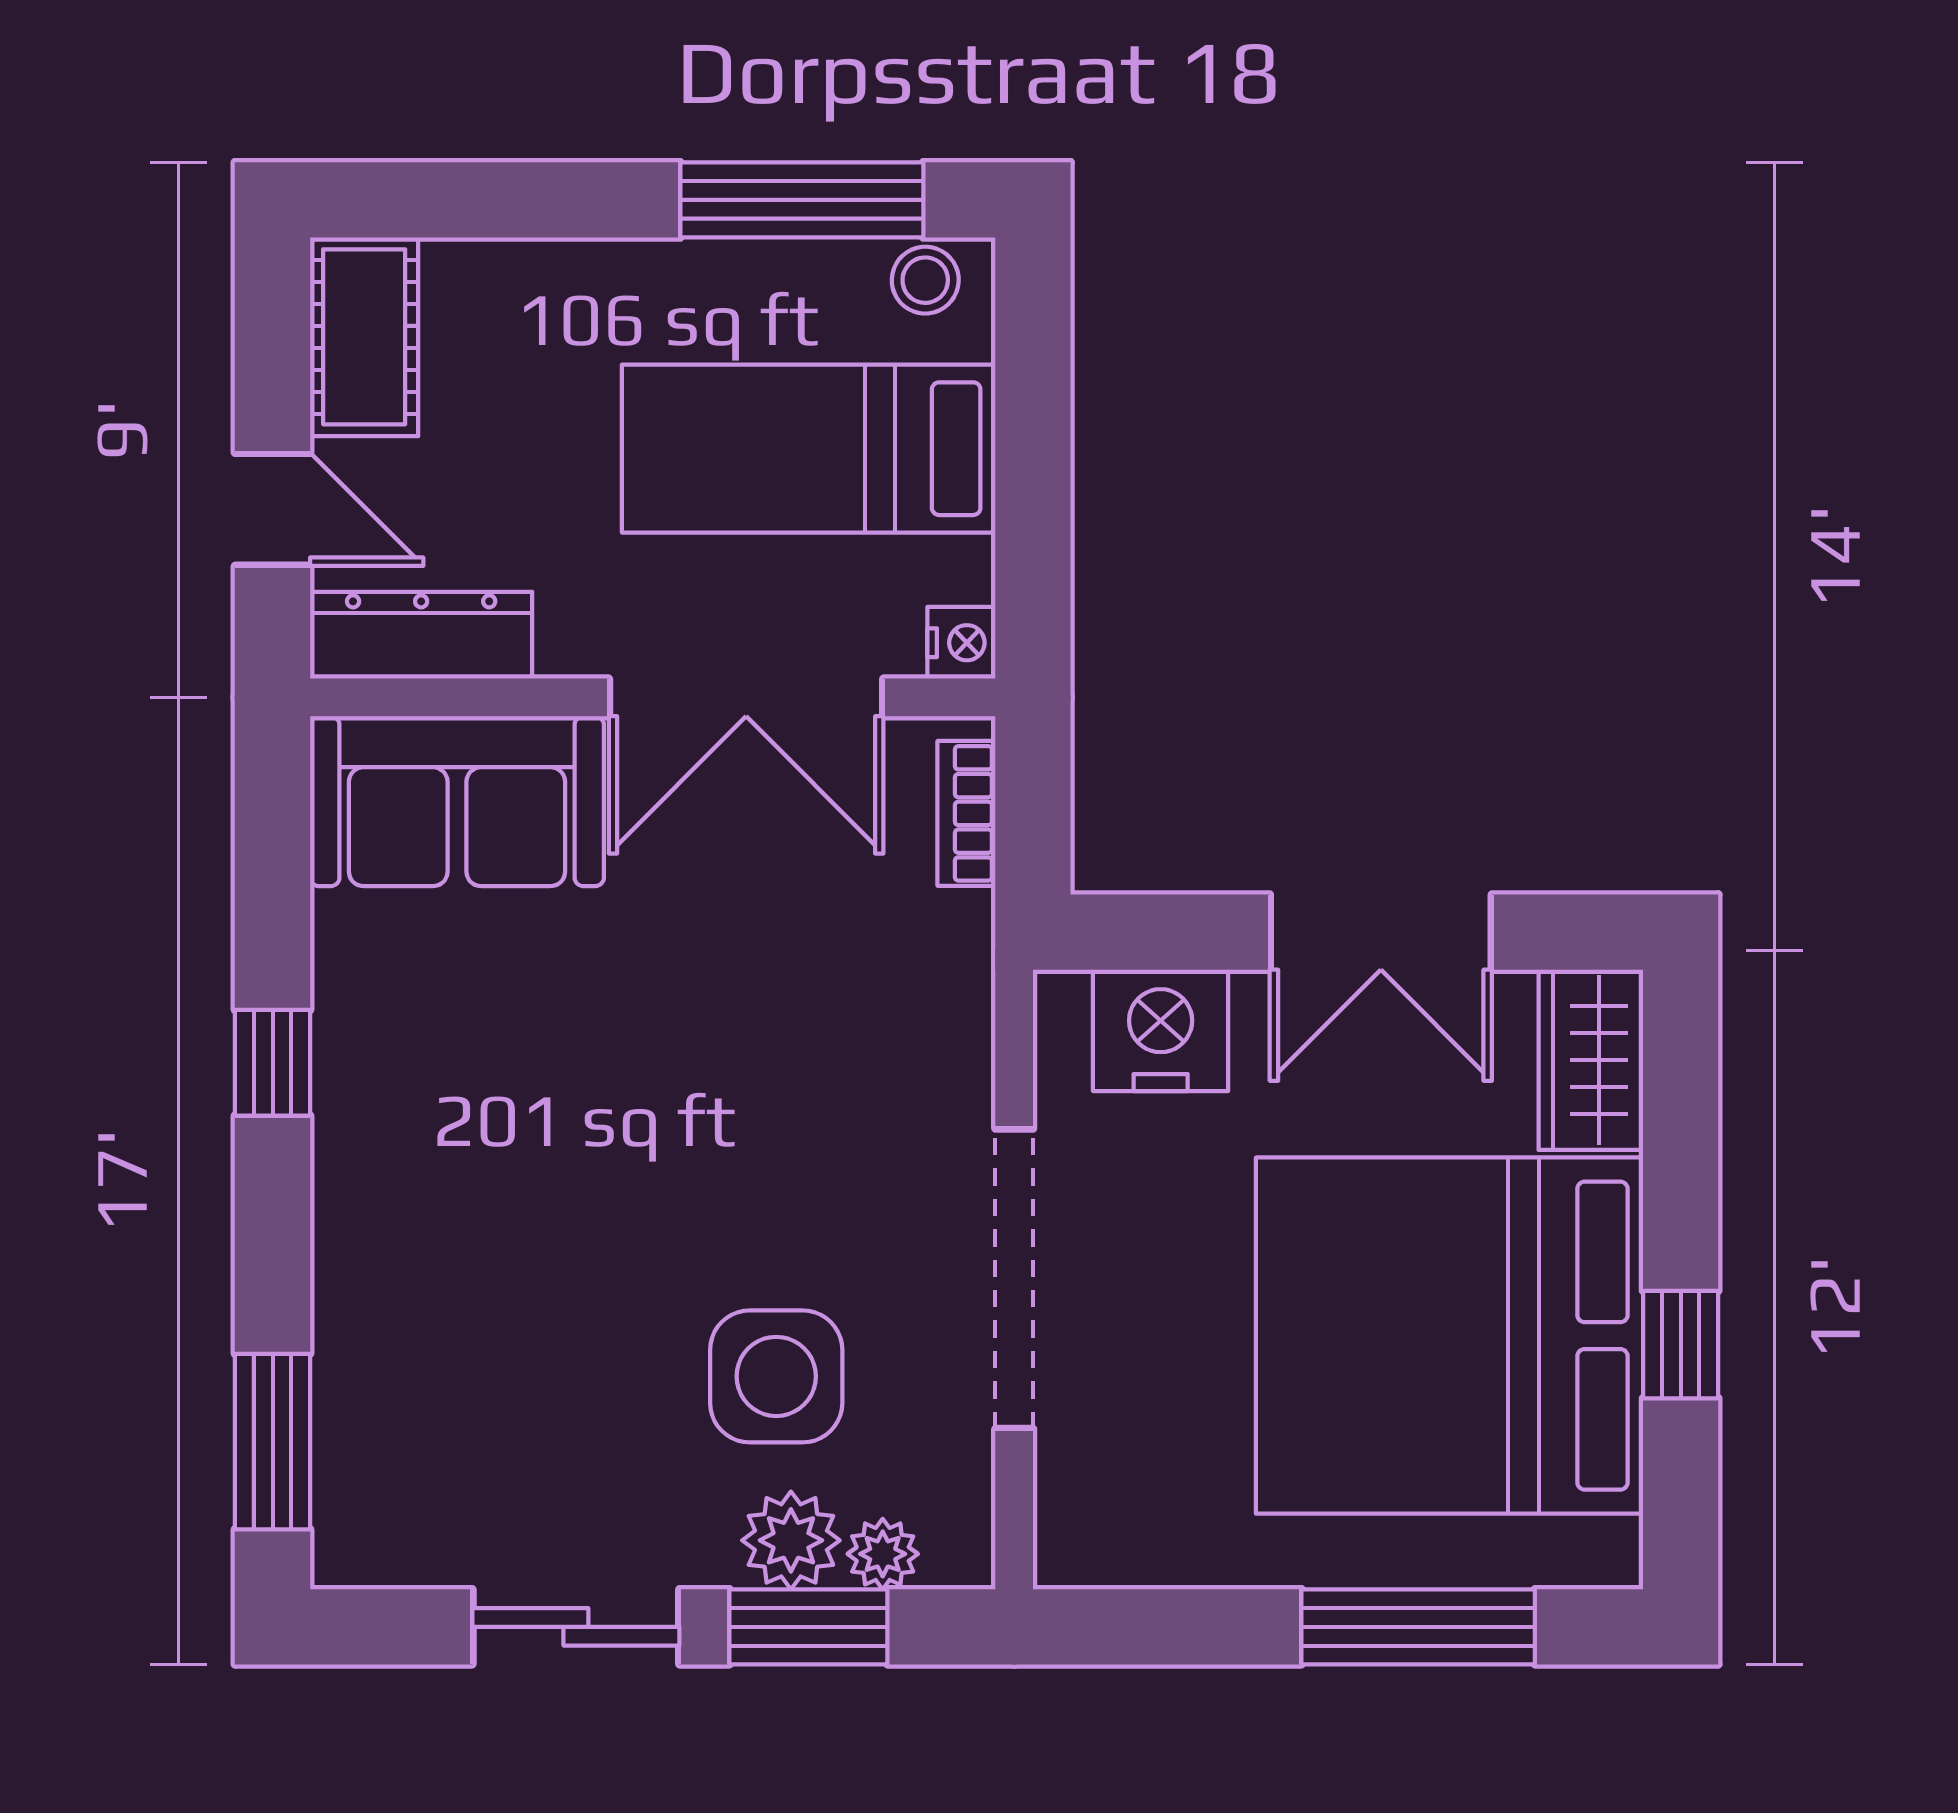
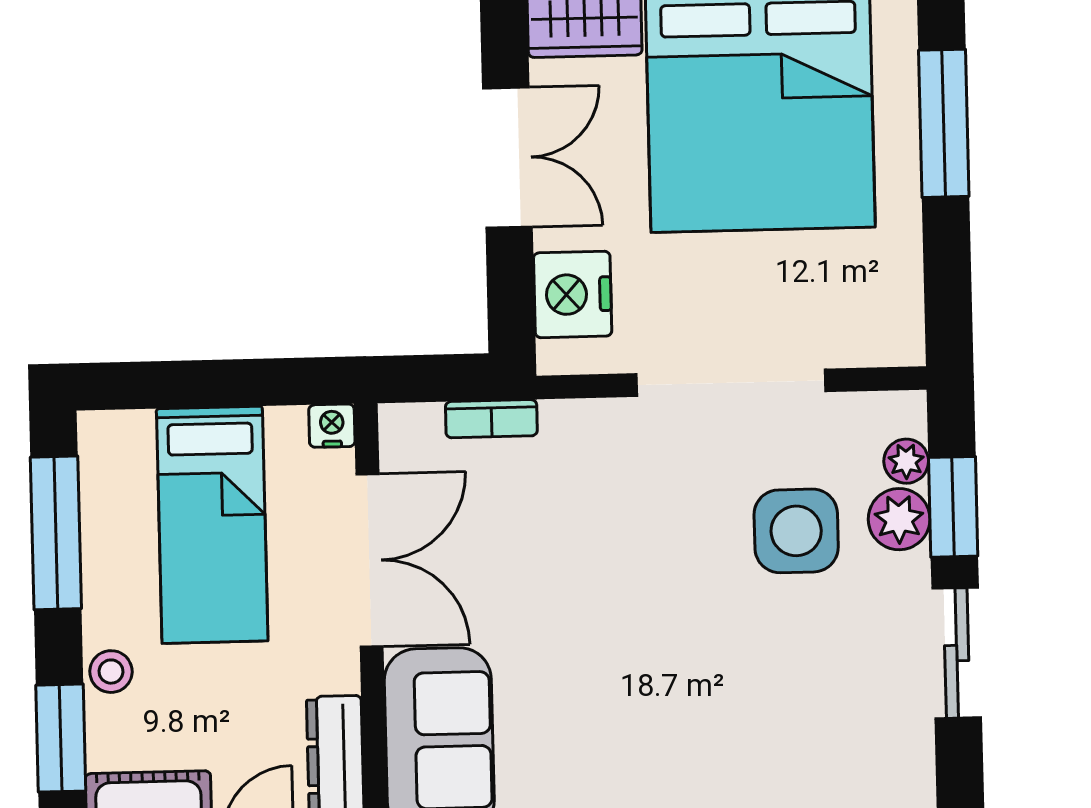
window: (476, 200) -> (61, 738), added
stool: (925, 280) -> (111, 672), moved
bookcase: (966, 813) -> (491, 419), moved

